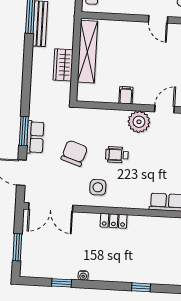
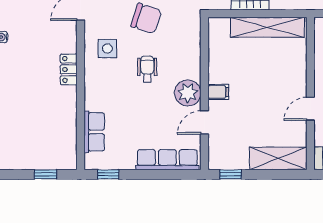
filing cabinet: (126, 95) -> (218, 92), moved
door: (165, 109) -> (204, 122), swing flipped

